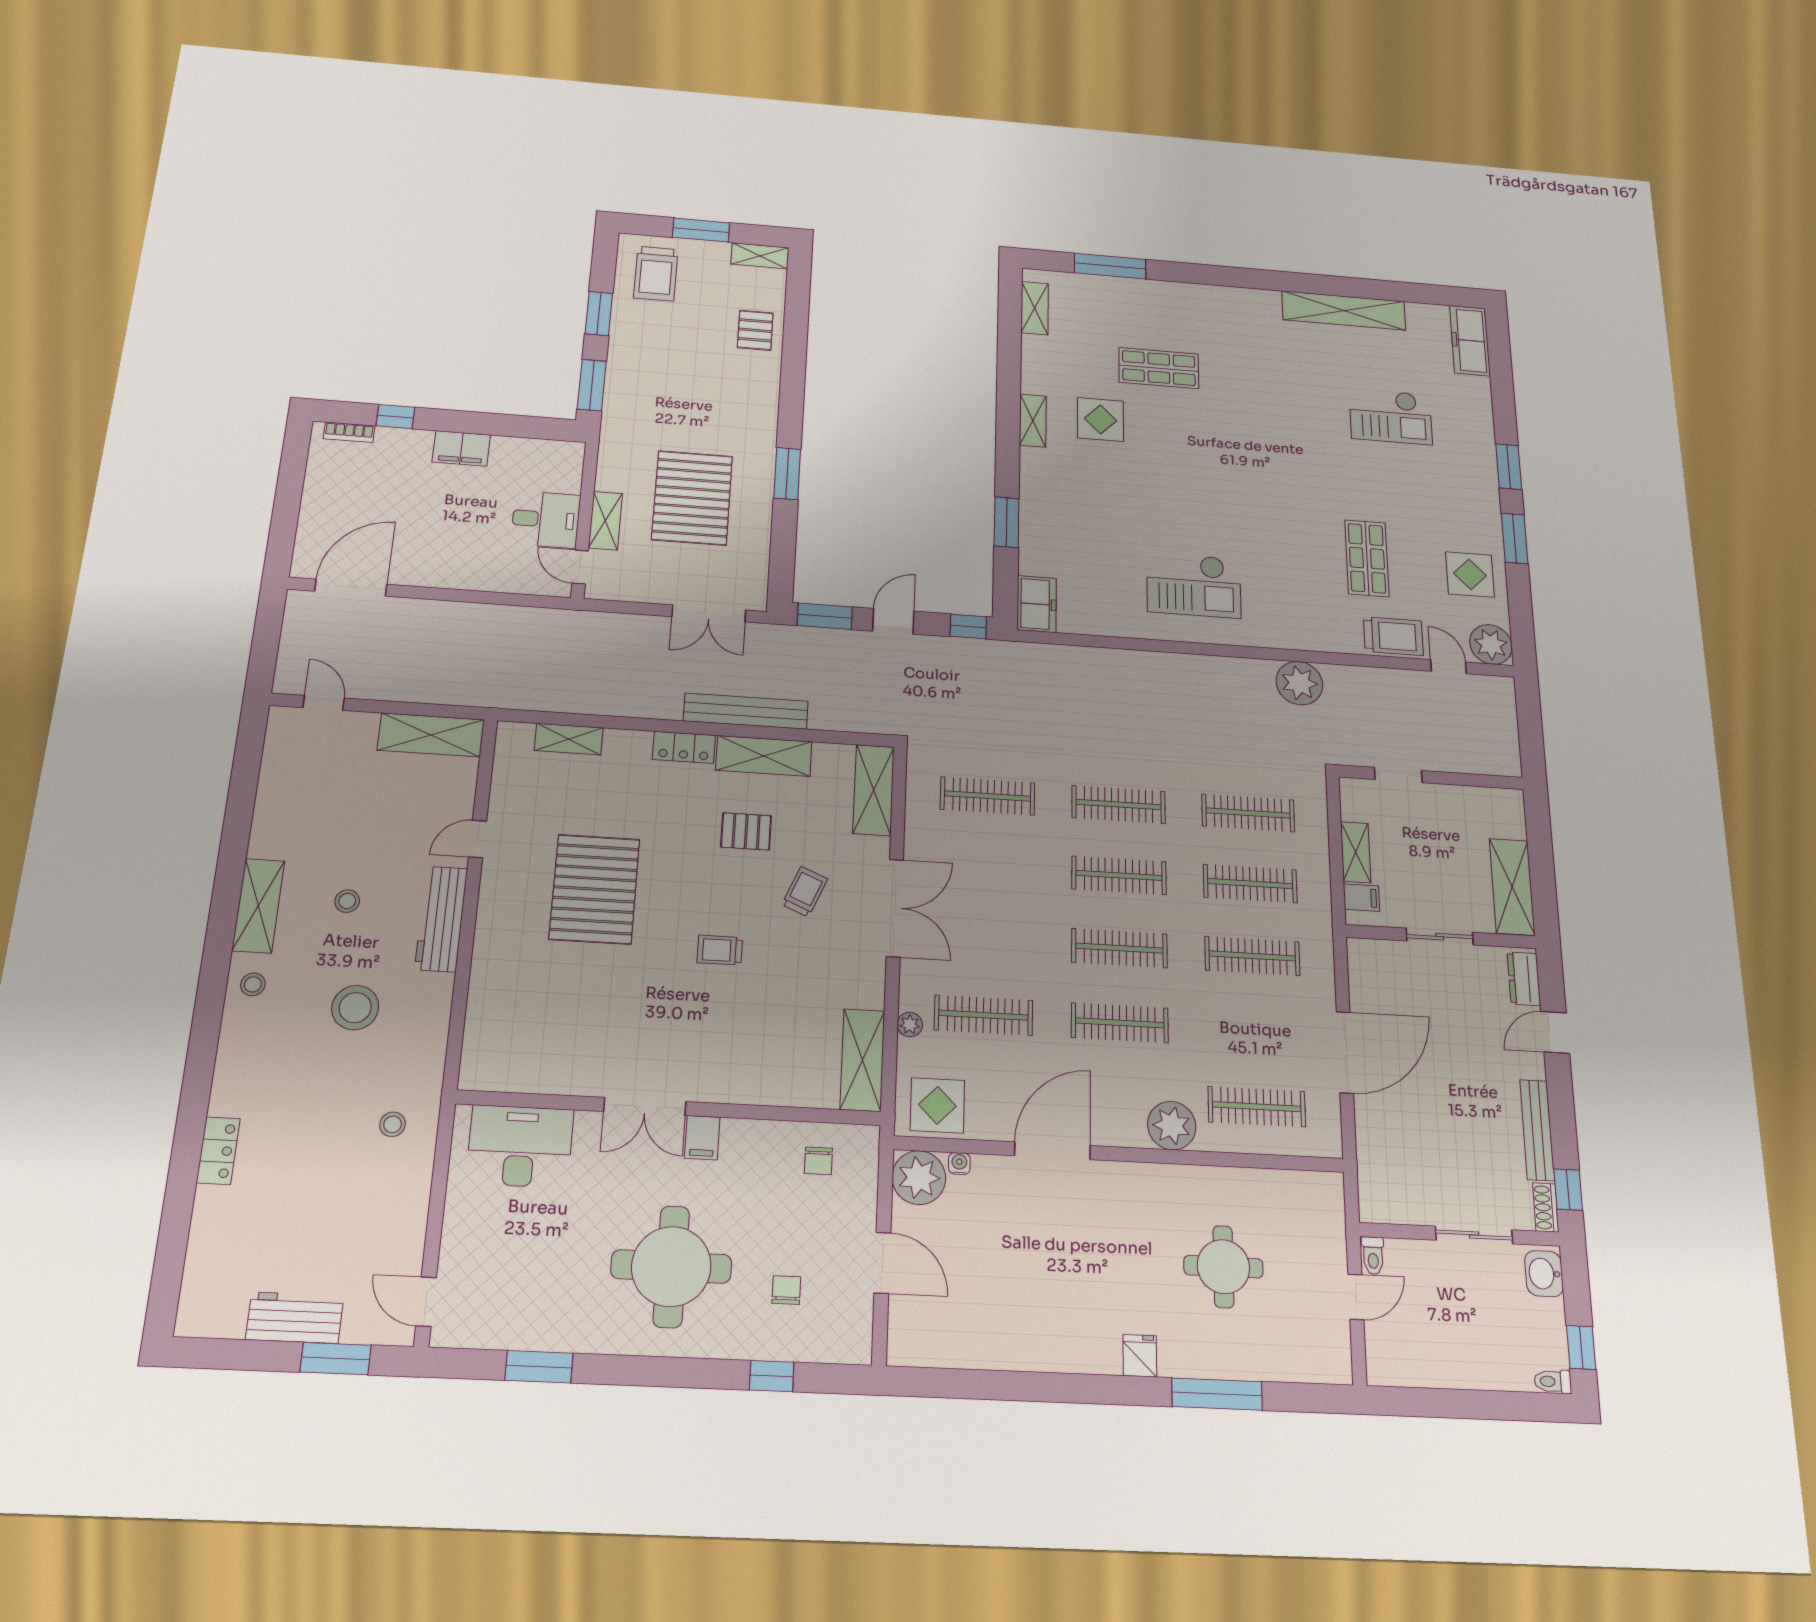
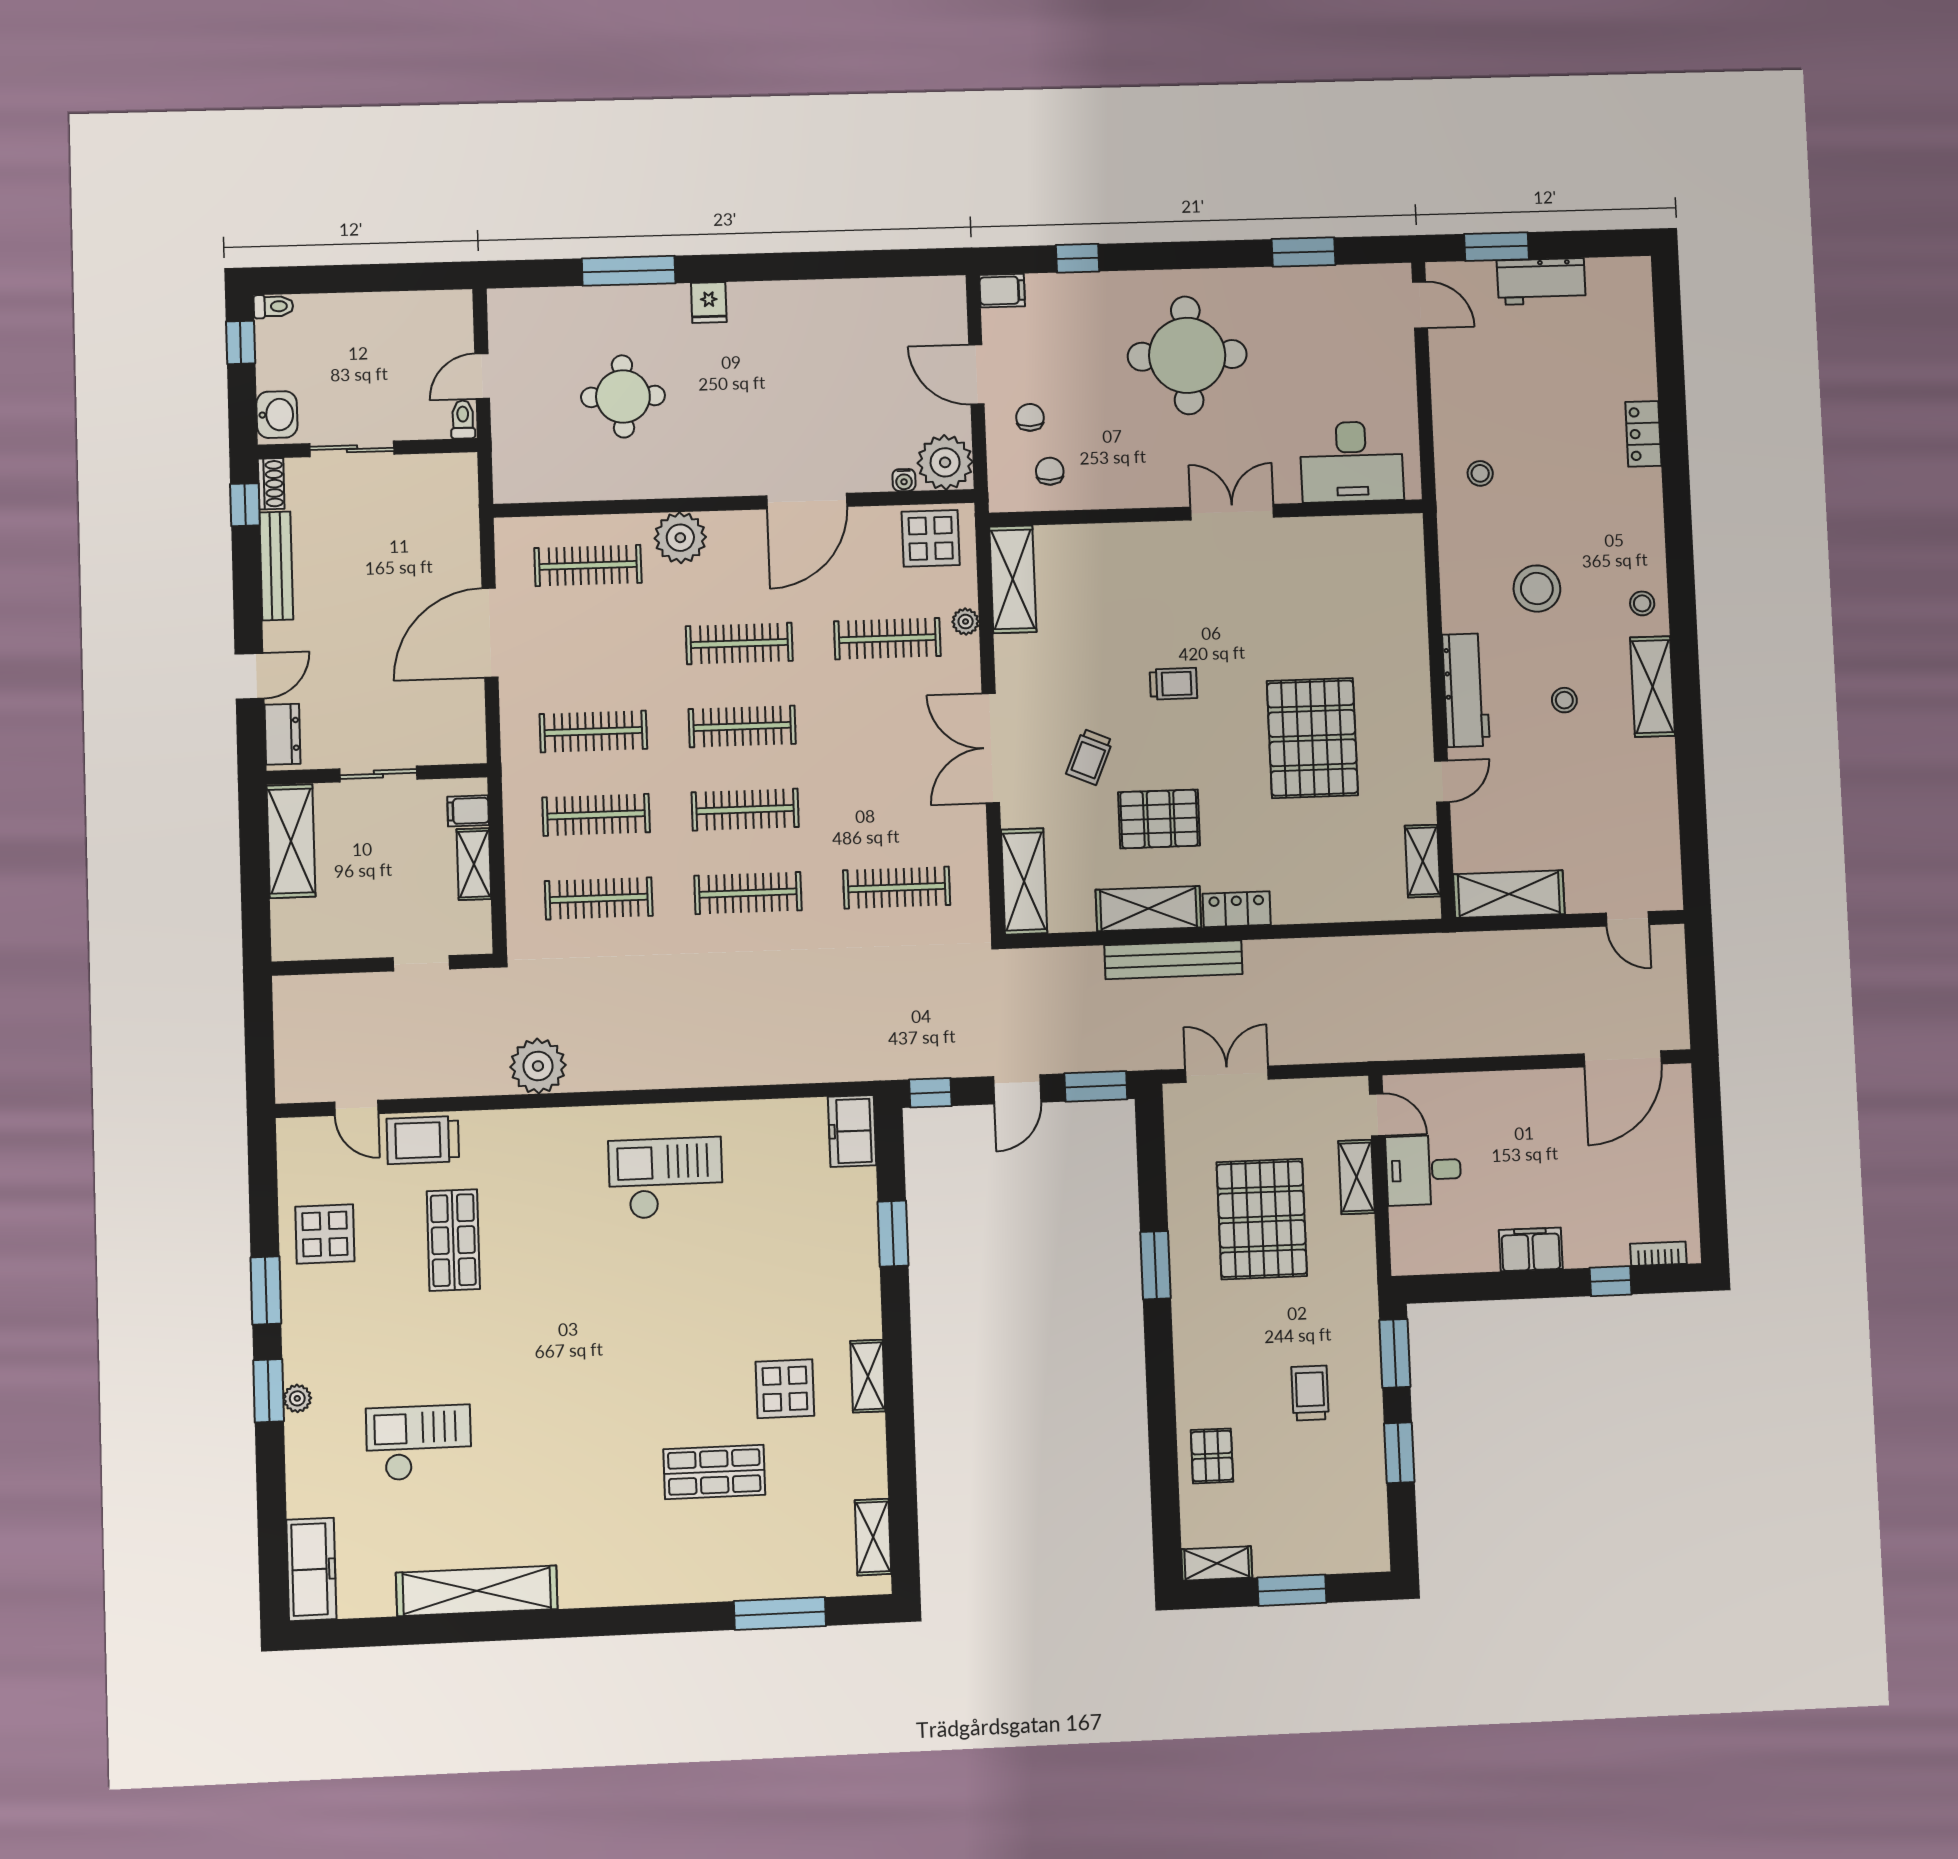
trolley: (656, 274) -> (1310, 1393), moved, width x0.73, depth x0.72
plant: (1491, 644) -> (297, 1398), moved, width x0.53, depth x0.53
shelving: (569, 739) -> (1423, 861), moved, turned 90
pallet: (746, 831) -> (1159, 819), width x1.50, depth x1.42
filing cabinet: (702, 1138) -> (1002, 291), moved, turned 90
chair: (786, 1290) -> (1030, 417), moved, turned 180

